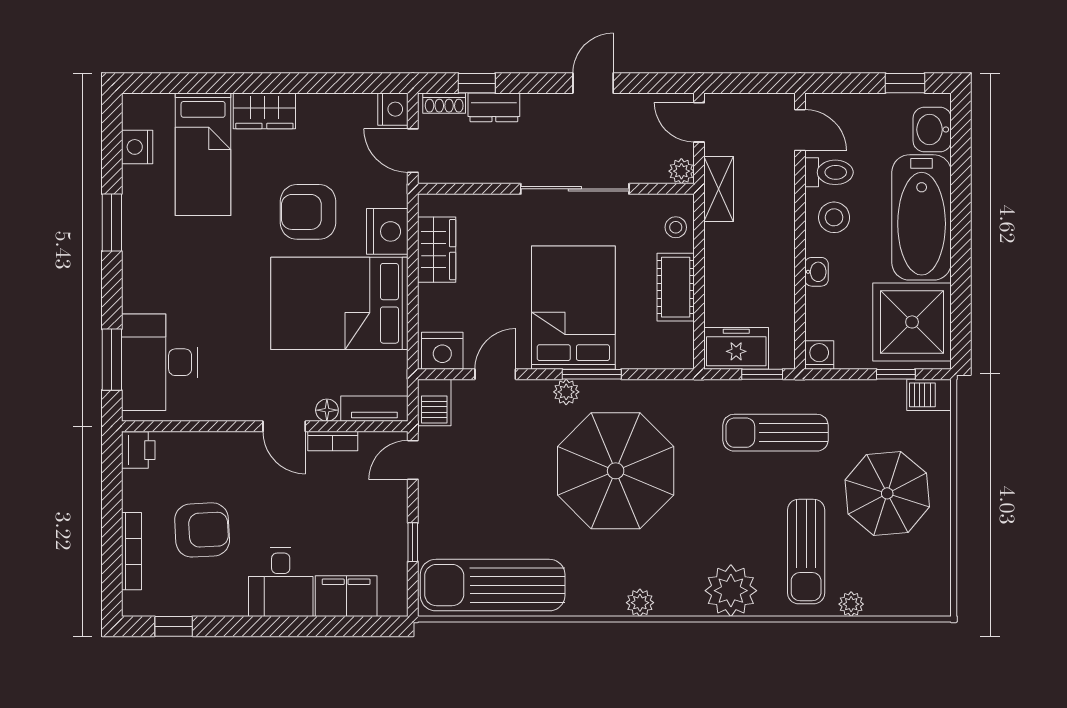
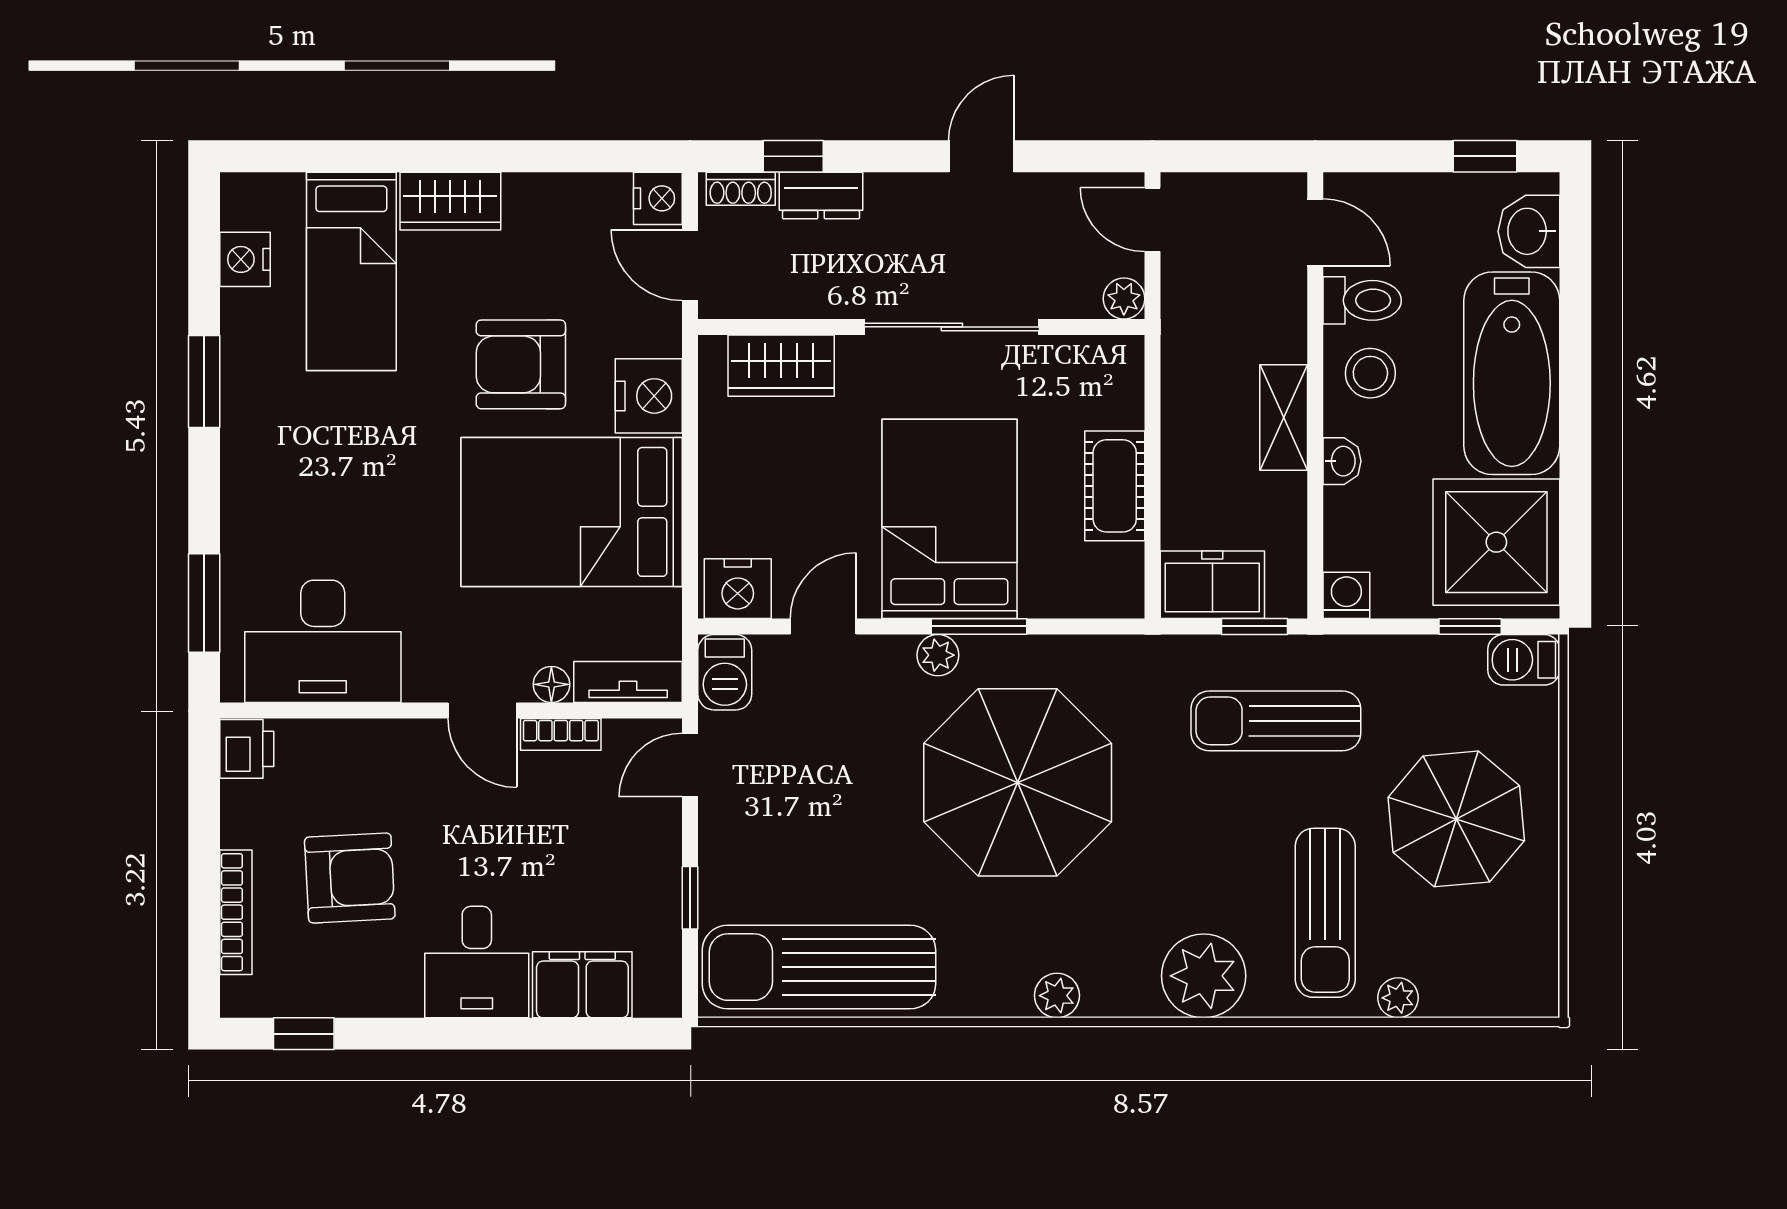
shelving: (719, 189) -> (1284, 418), moved
stool: (676, 227) -> (1115, 389), removed
wardrobe: (437, 250) -> (781, 366), moved, turned 90
desk: (160, 362) -> (323, 641), moved, turned -90

